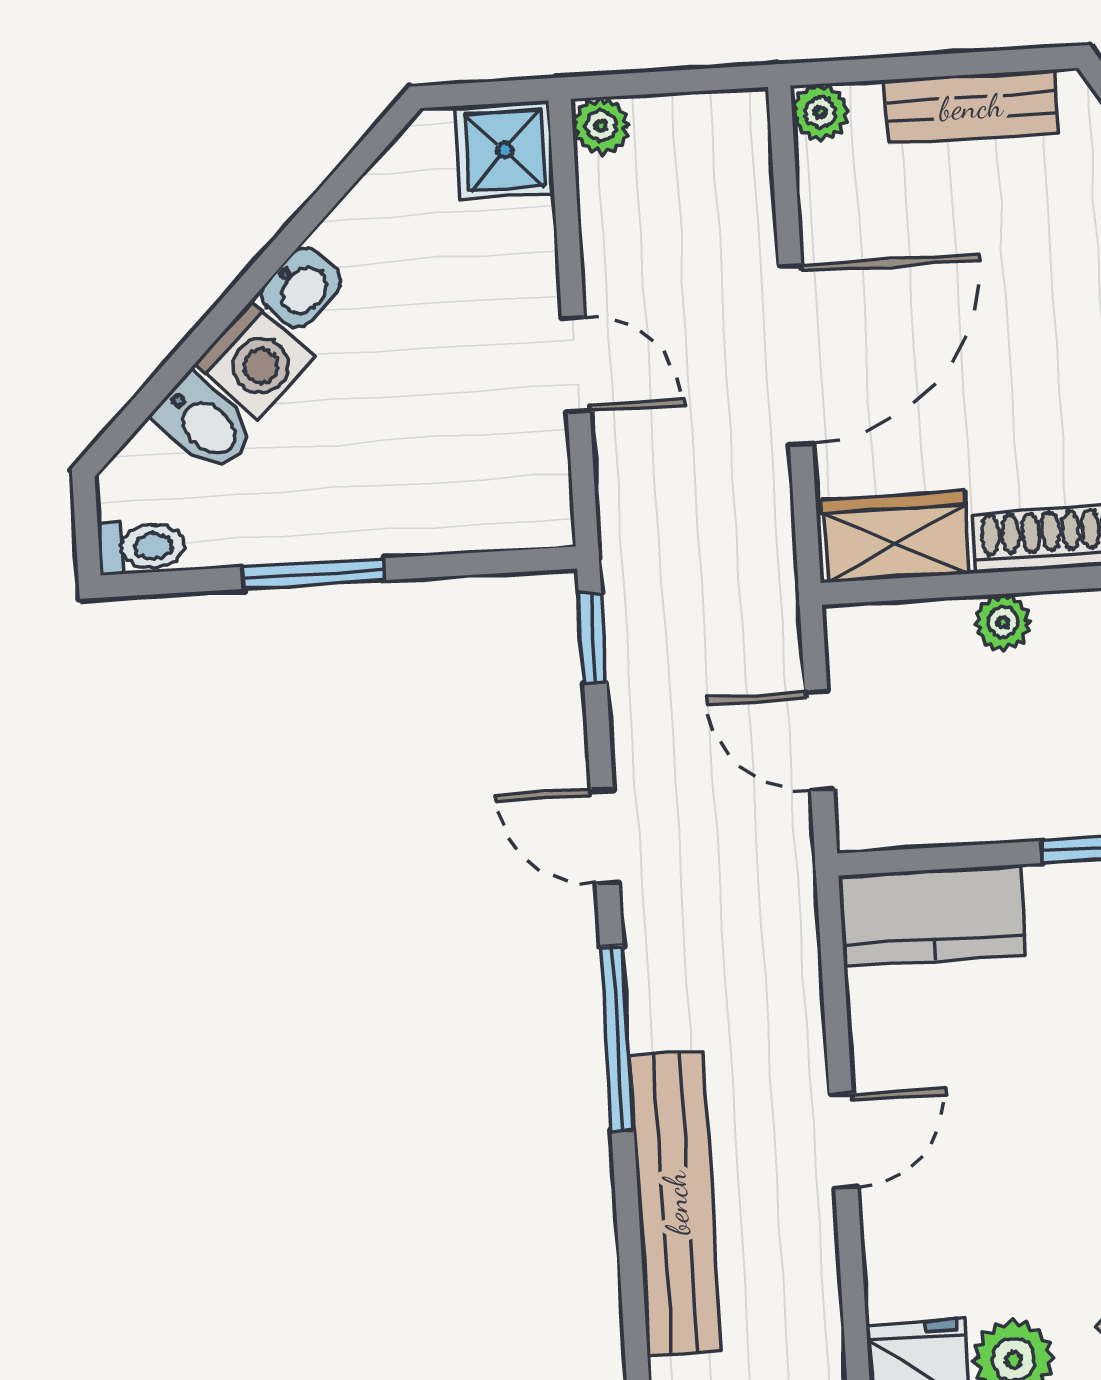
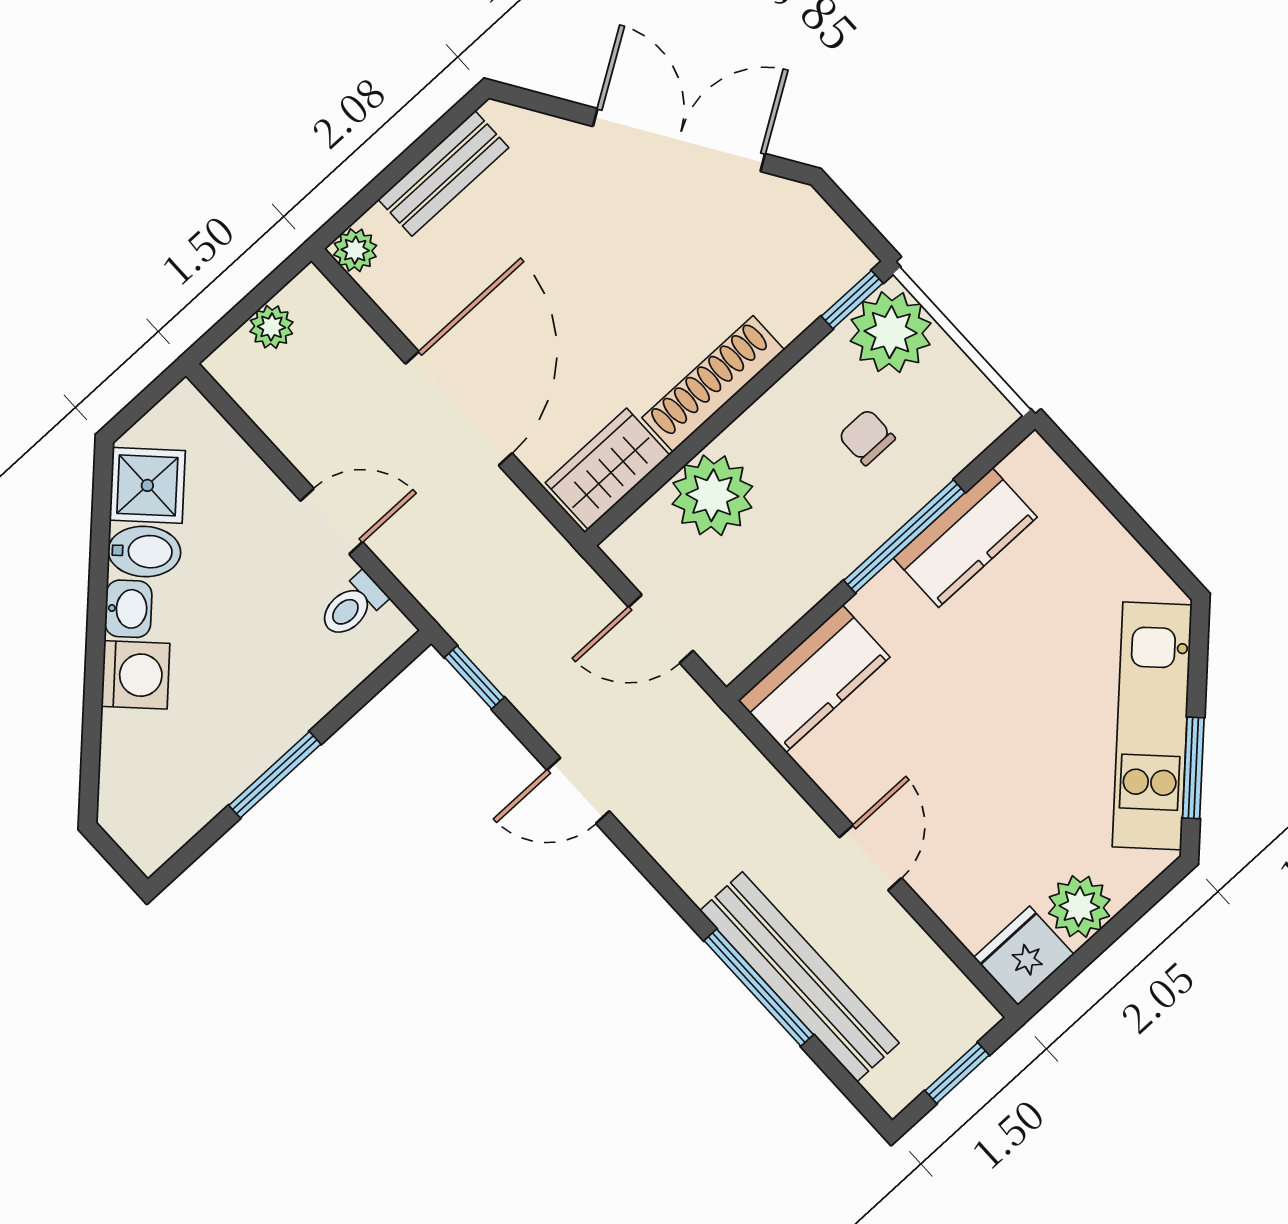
plant: (601, 126) -> (271, 327), moved
shower: (504, 150) -> (147, 485), moved, turned 45
bidet: (204, 424) -> (144, 551), moved
toilet: (141, 547) -> (352, 606), moved, turned 180
plant: (1003, 622) -> (712, 495), width x1.88, depth x1.88
window: (617, 1038) -> (759, 988), moved

